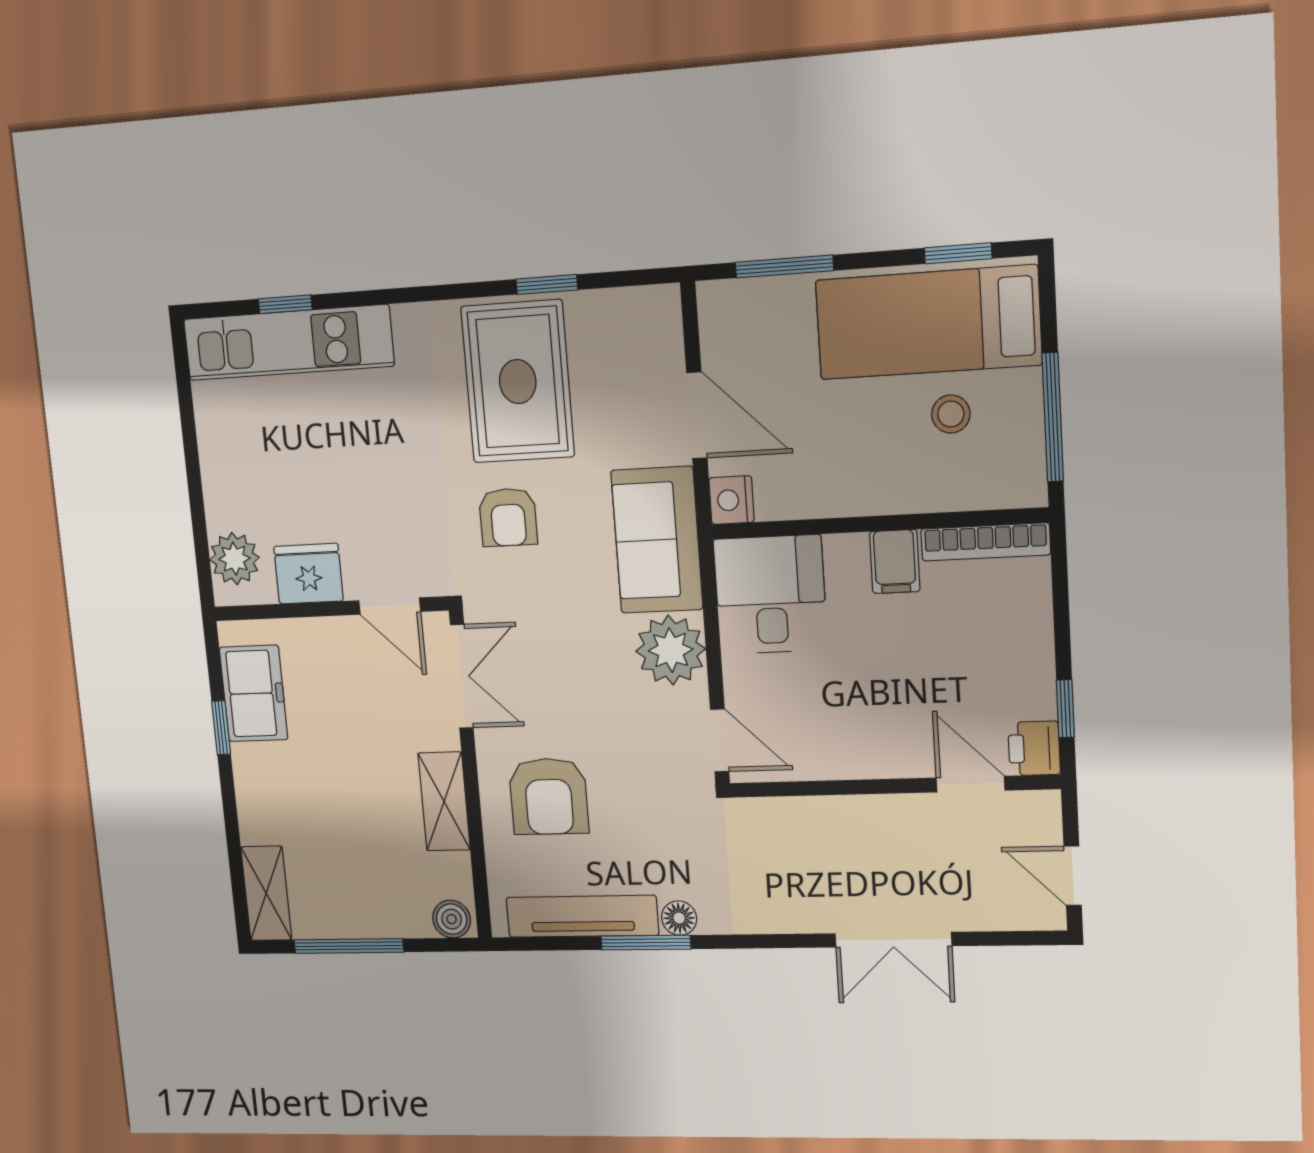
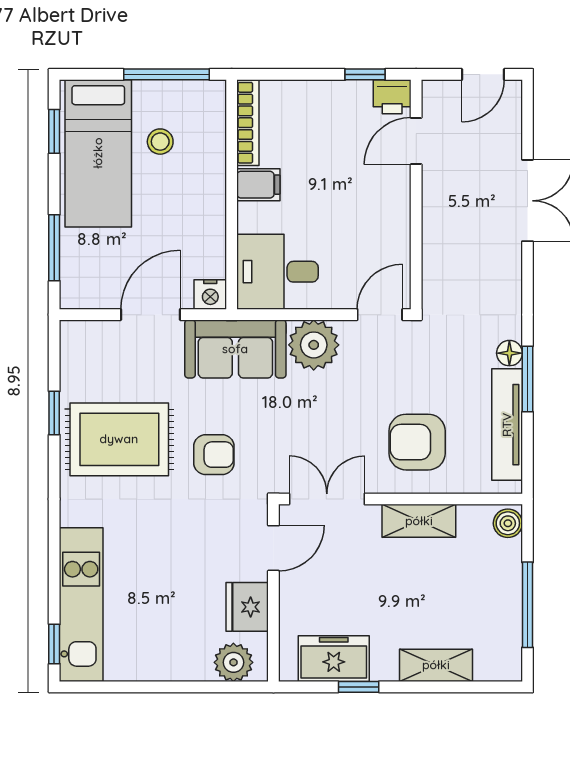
window: (285, 304) -> (54, 644), moved
armchair: (549, 796) -> (417, 442), turned 180
shelving: (266, 893) -> (436, 665), moved

